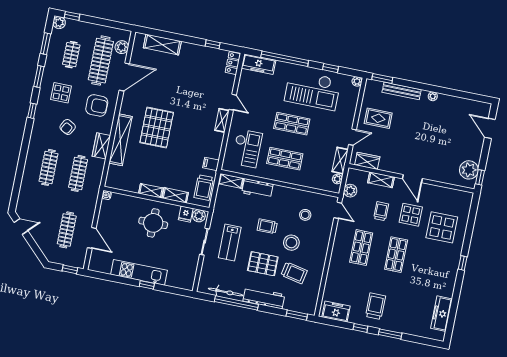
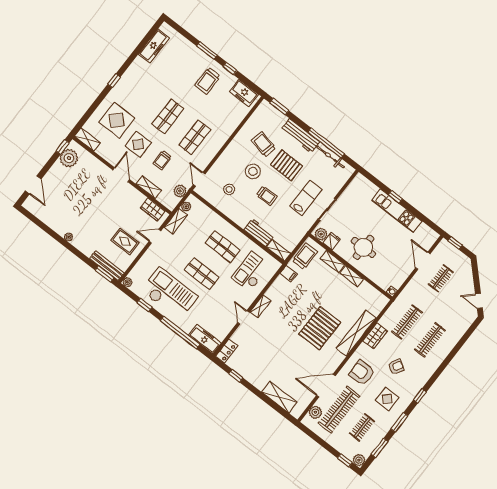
bench: (402, 91) -> (107, 266), moved
shelving: (460, 196) -> (88, 139), added
clothes rail: (67, 230) -> (441, 278), width x0.73

